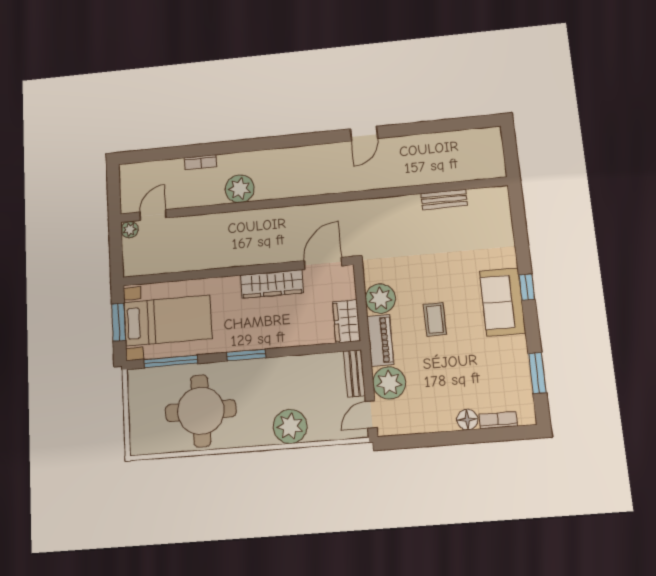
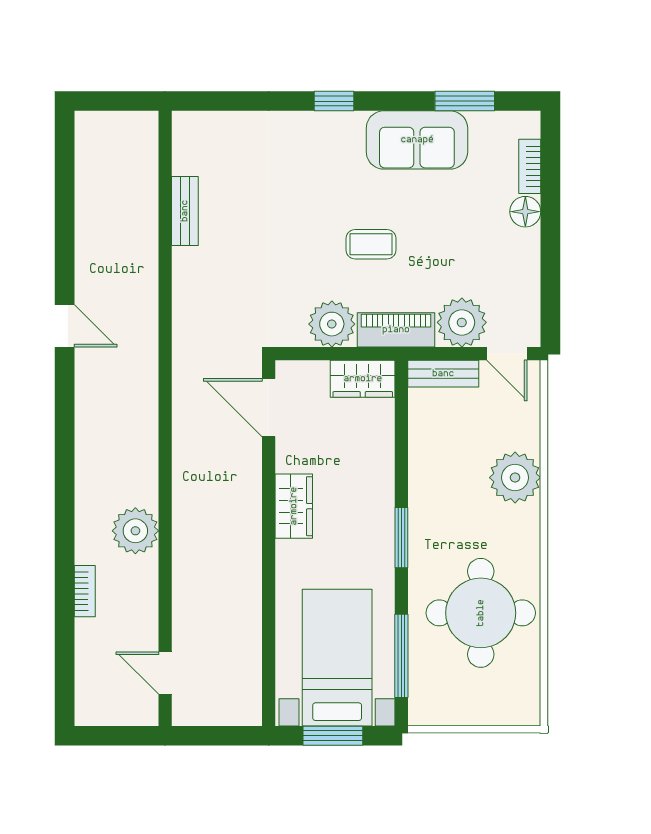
plant: (130, 230) -> (185, 712), removed
wardrobe: (272, 284) -> (294, 506), width x0.67
sofa: (503, 302) -> (417, 140), moved

